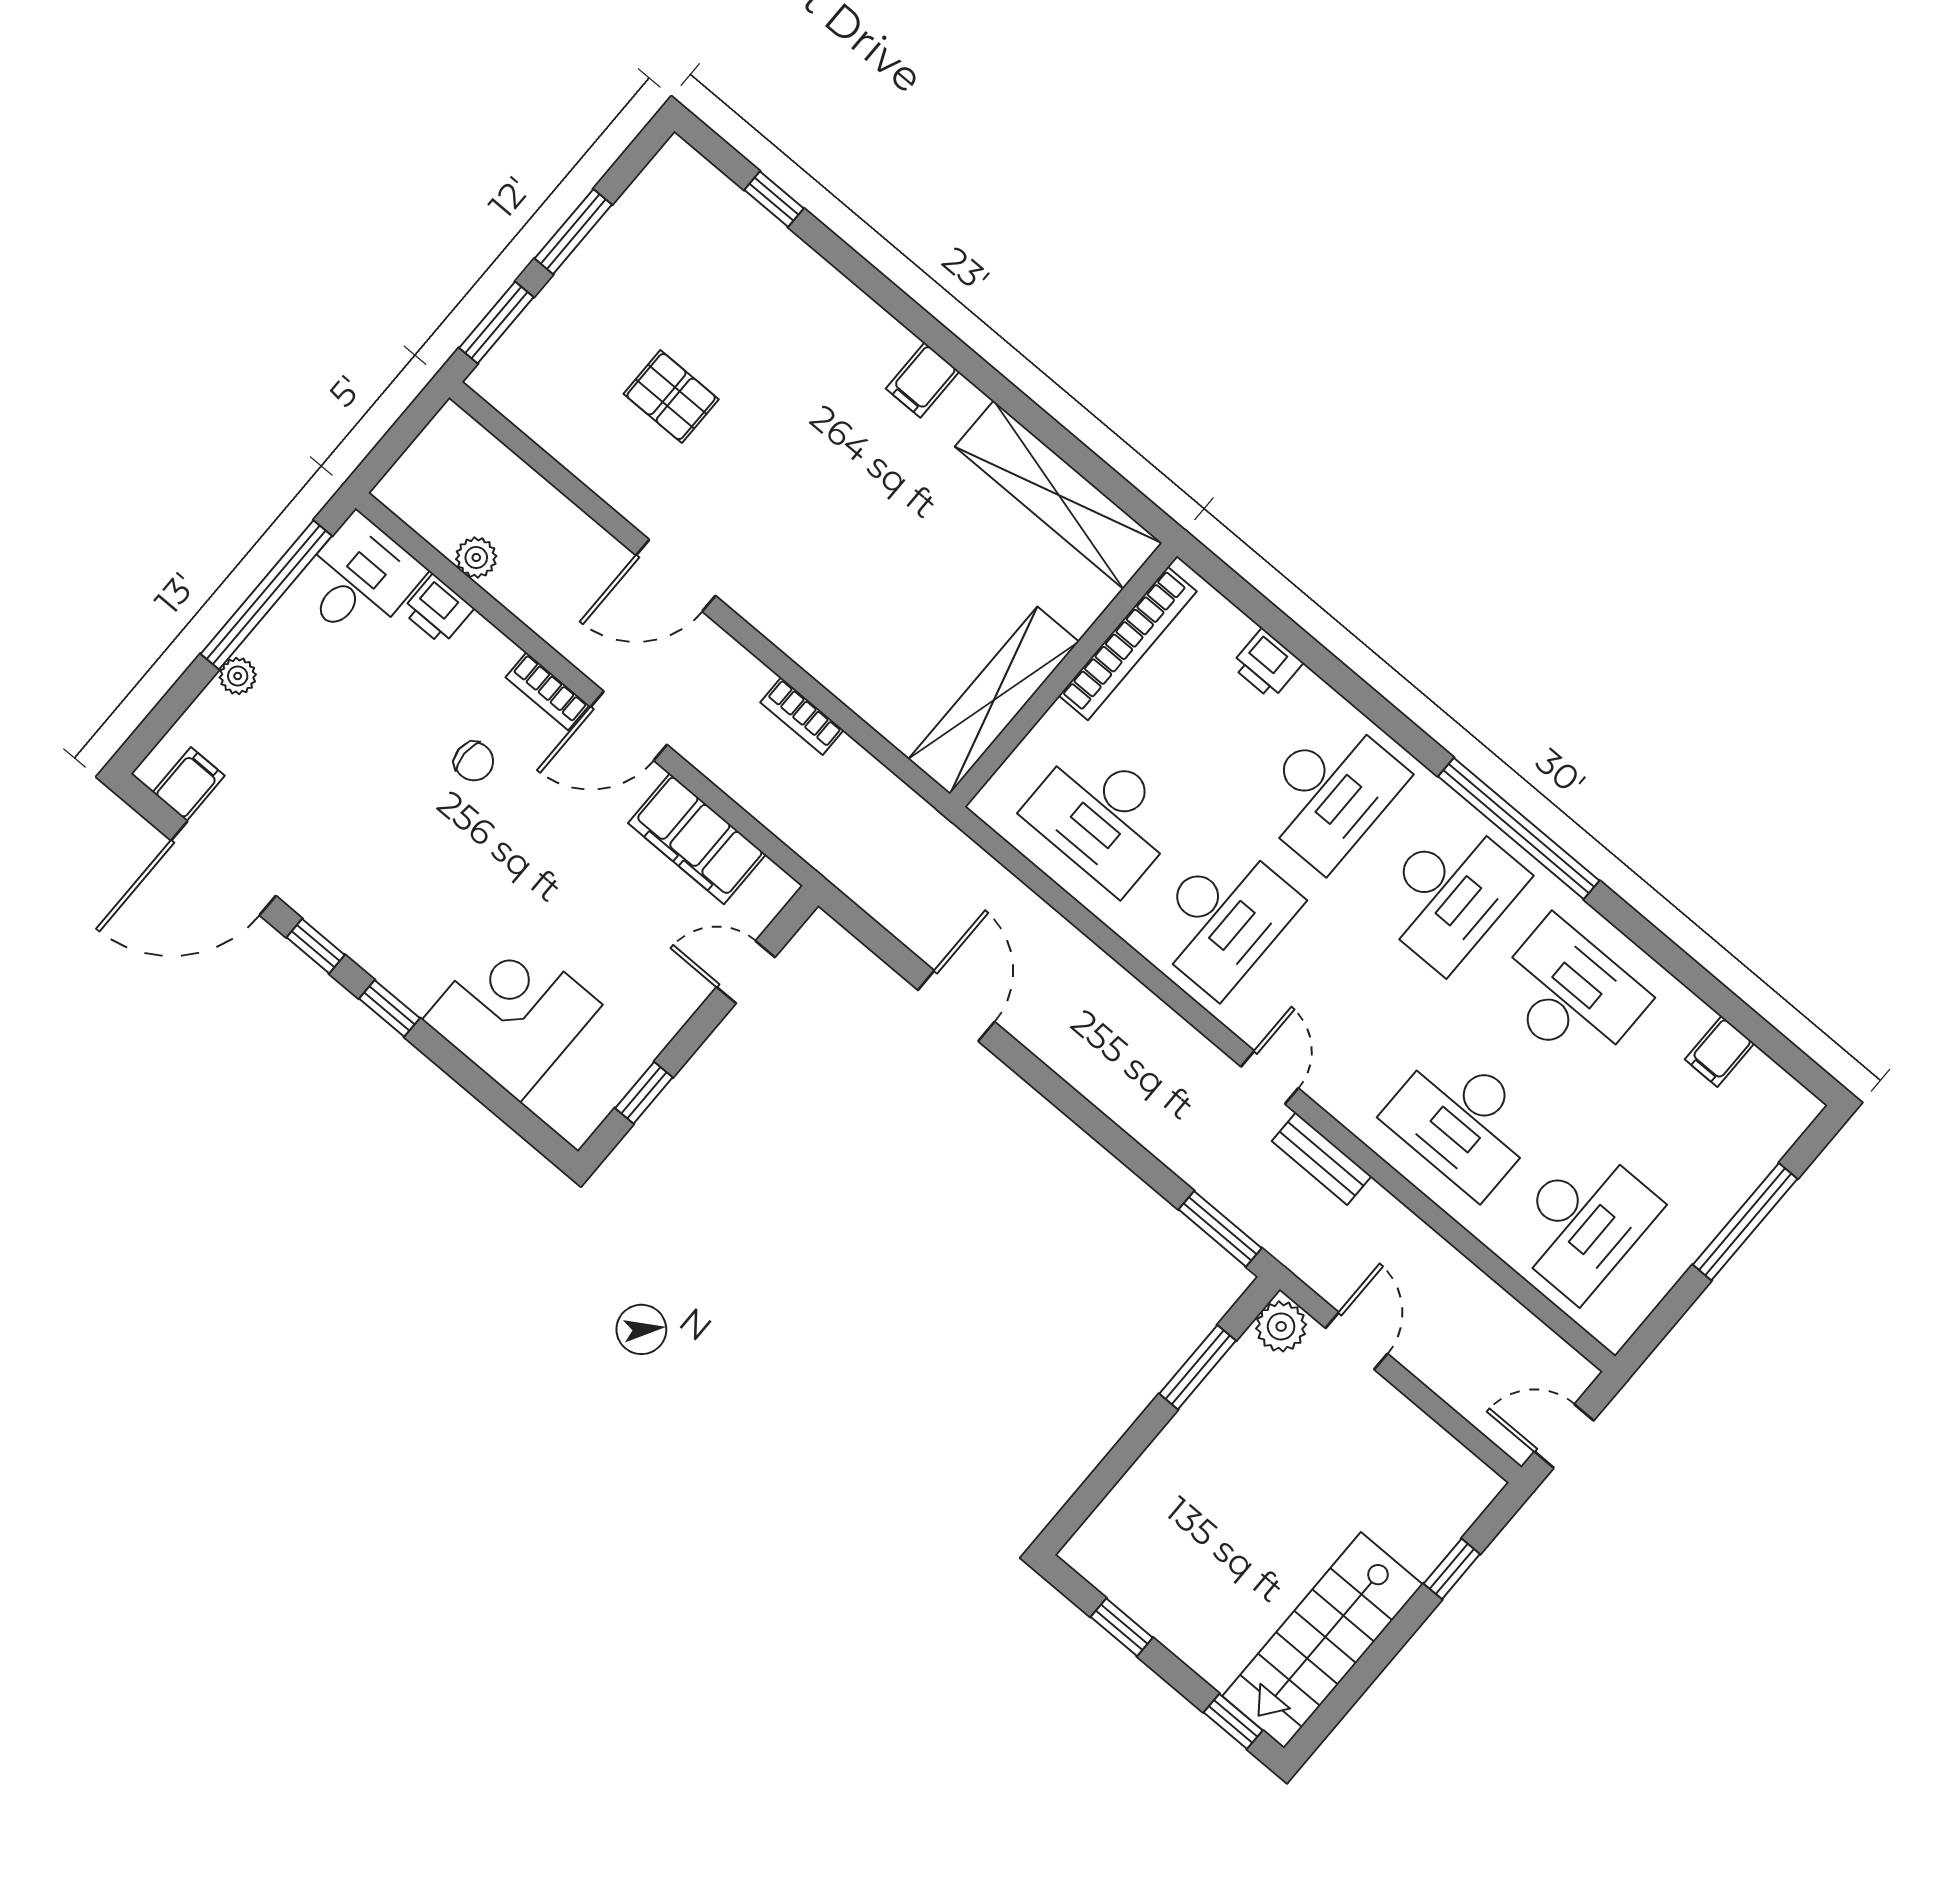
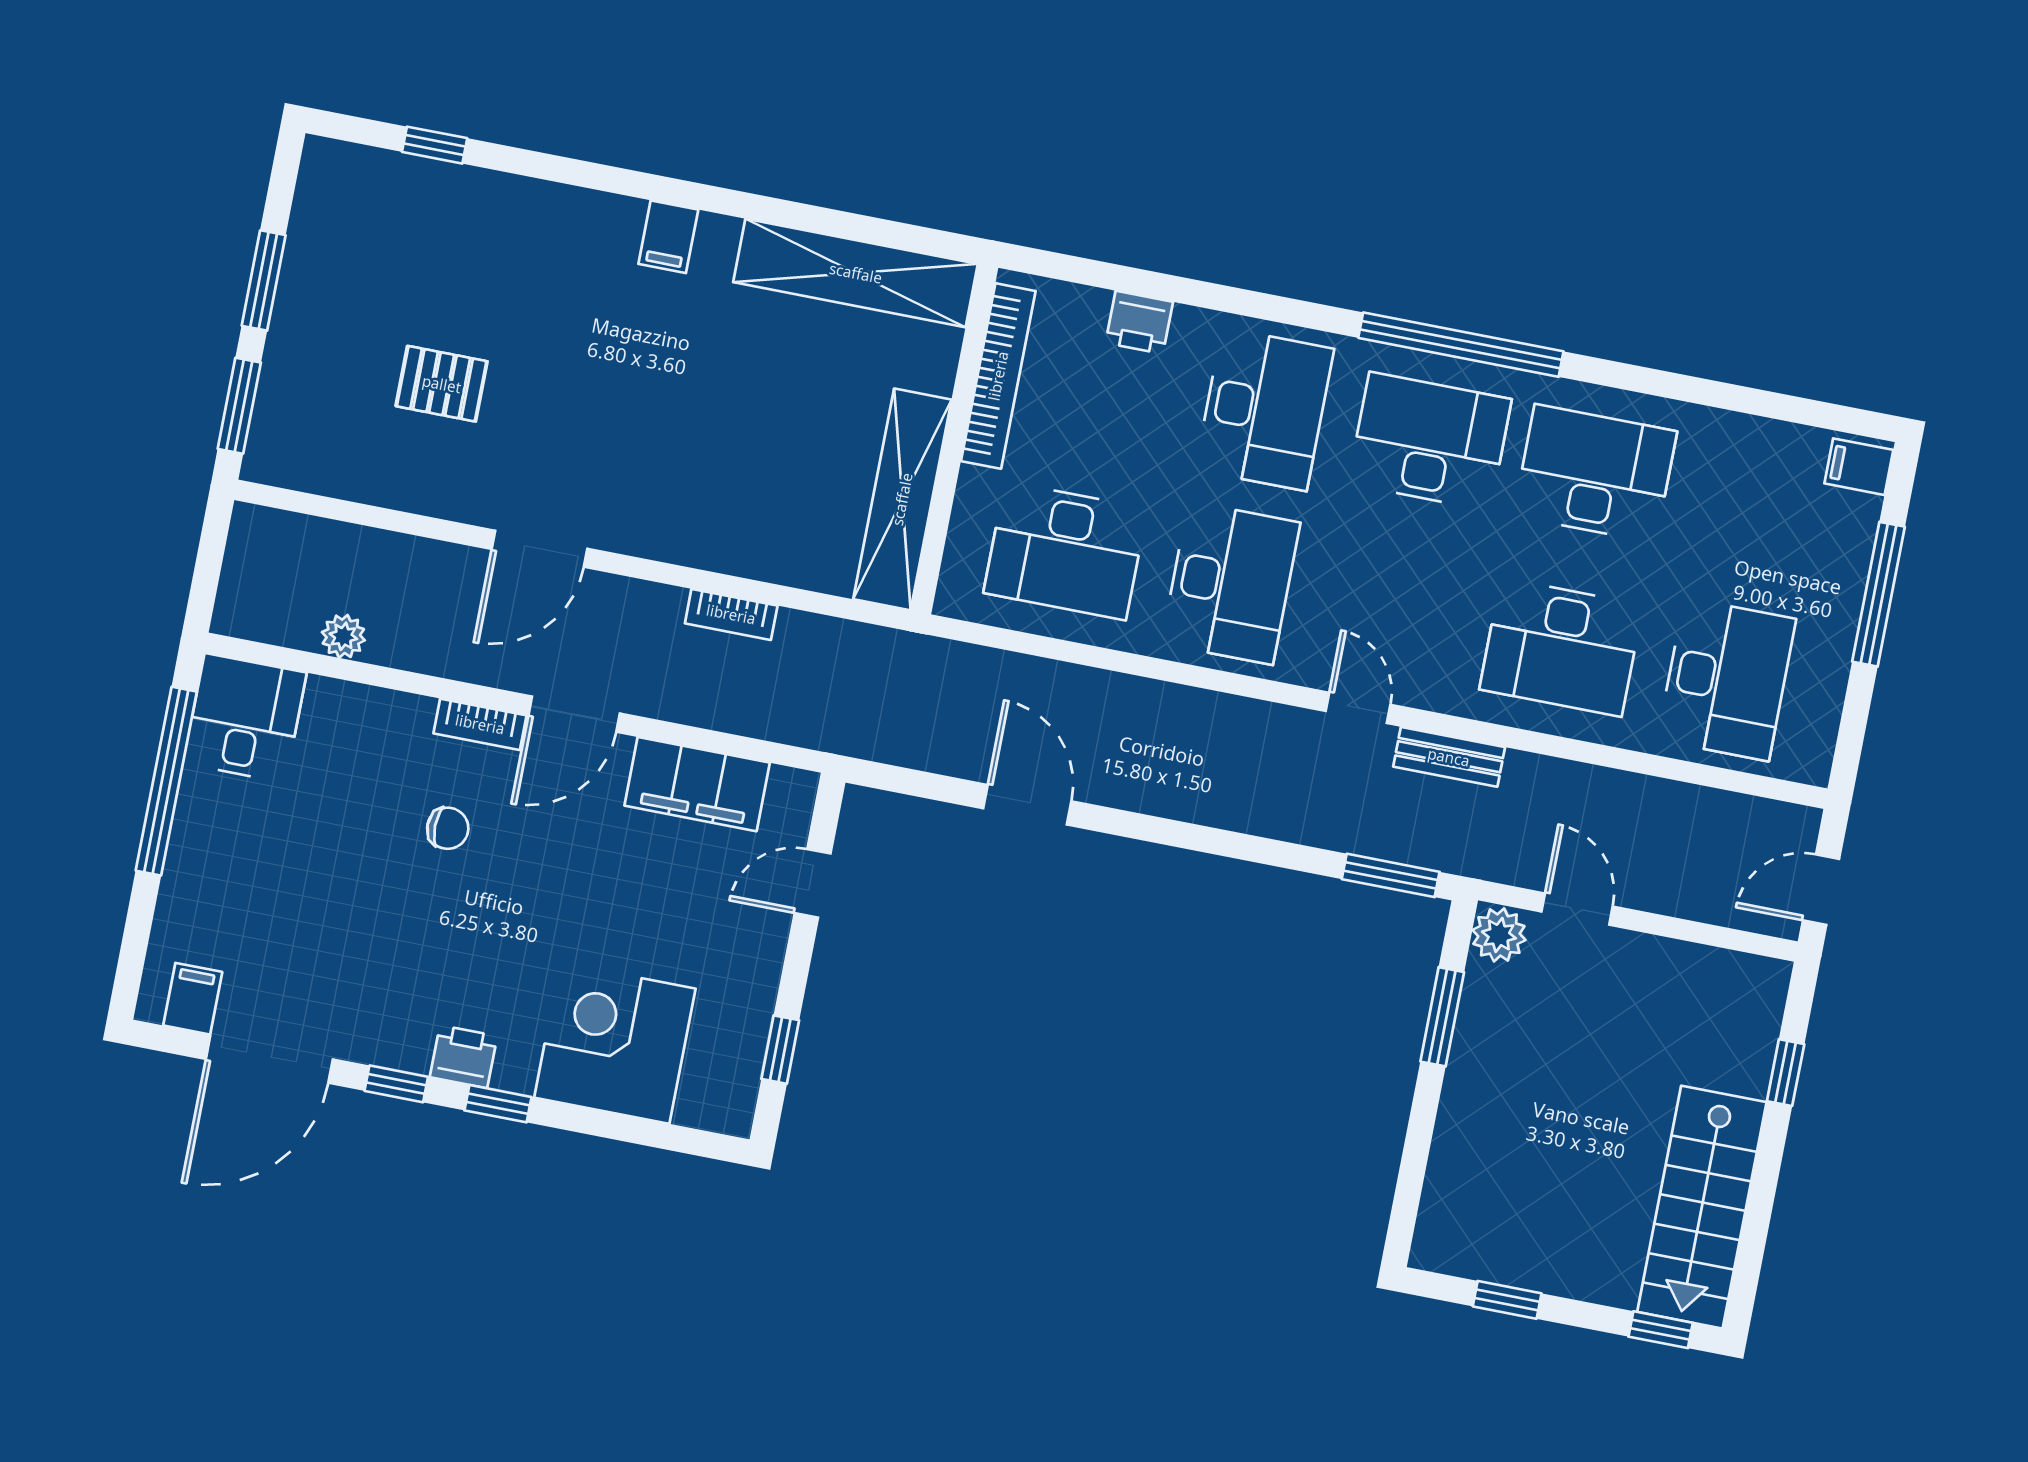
printer: (438, 610) -> (464, 1057), moved, turned 180
plant: (238, 676) -> (182, 872), removed
desk: (1449, 893) -> (1430, 441), turned -90
filing cabinet: (1720, 1051) -> (1859, 467), moved, turned 90

